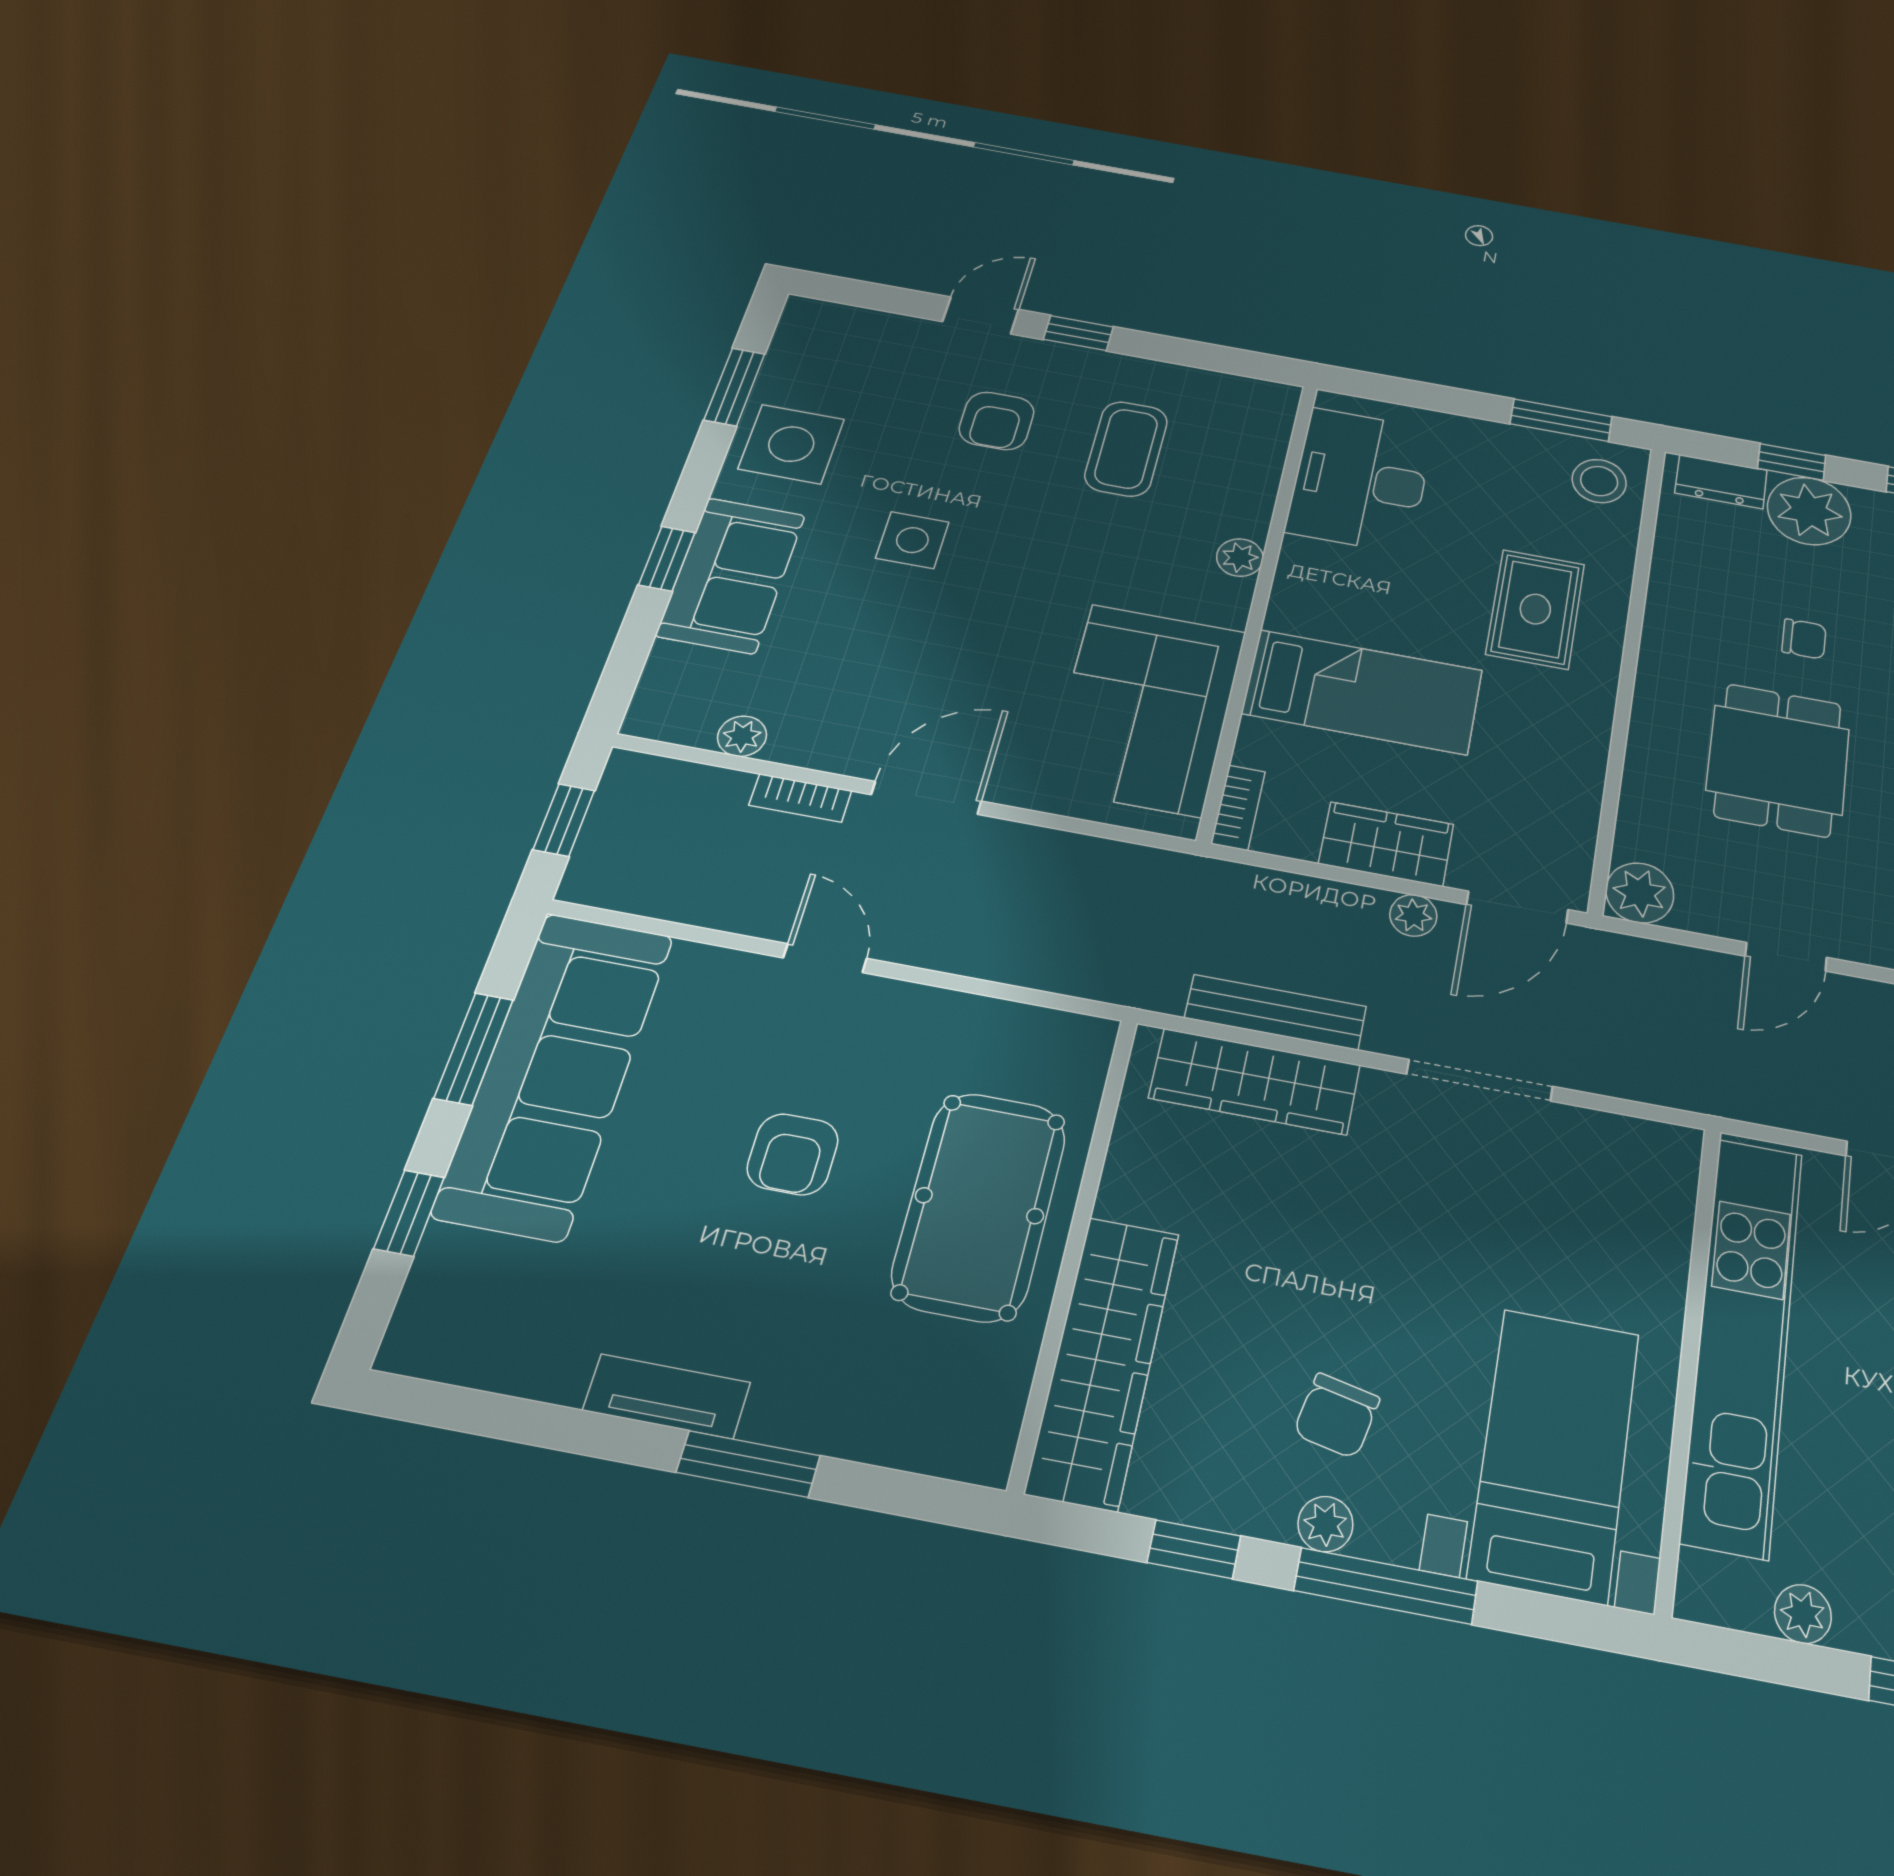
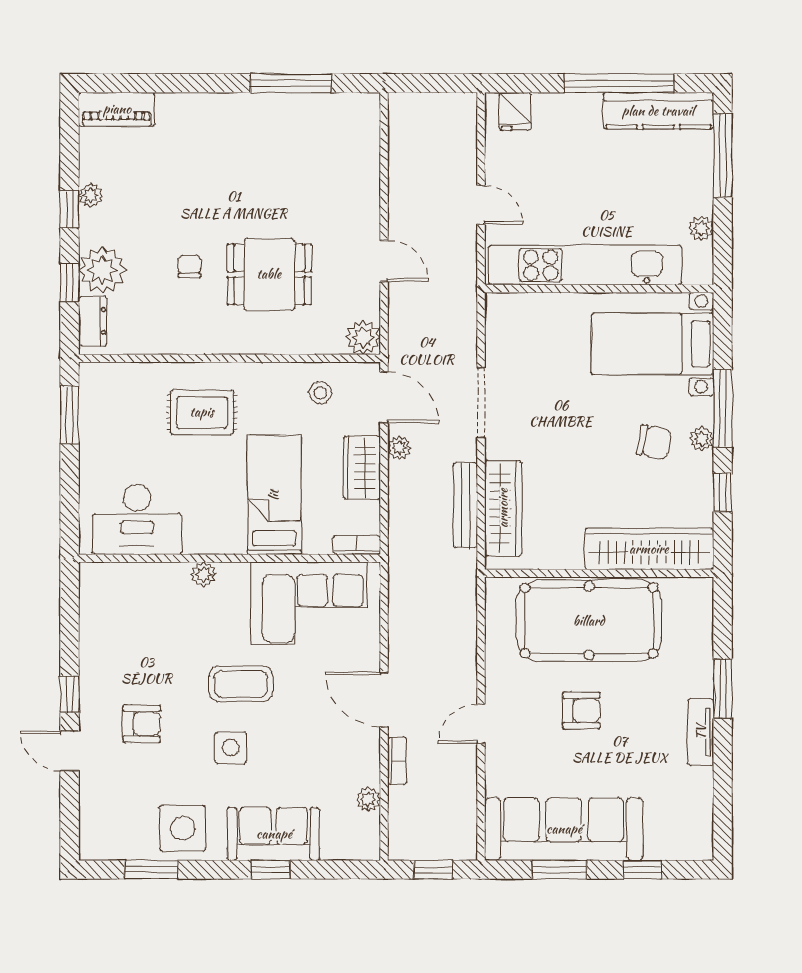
coffee table: (1126, 449) -> (241, 684), moved
stool: (1599, 481) -> (320, 393), moved, width x0.73, depth x0.73
pool table: (979, 1206) -> (589, 621), width x1.36, depth x1.32

